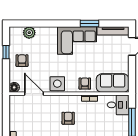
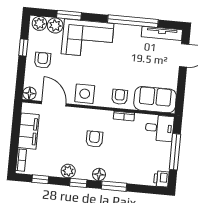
window: (39, 24) -> (69, 15), added
window: (90, 24) -> (133, 21), width x2.11
plant: (17, 32) -> (39, 23), added
corner sofa: (77, 40) -> (88, 39), moved
filing cabinet: (16, 117) -> (28, 131), added

